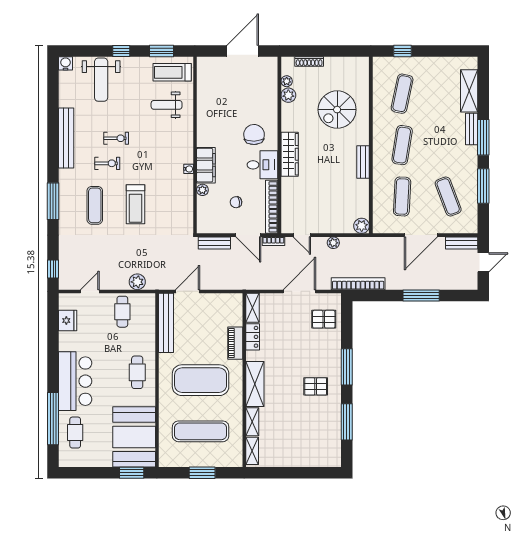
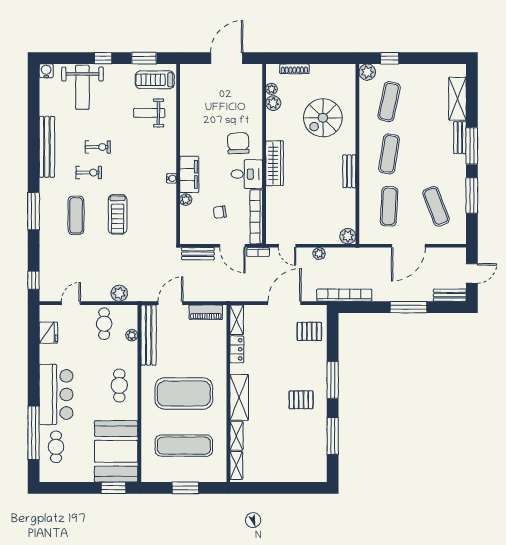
plant: (381, 65) -> (367, 72), added
bench: (462, 243) -> (450, 295), moved
plant: (150, 323) -> (132, 335), added
piano: (235, 343) -> (206, 312), moved, turned -90

